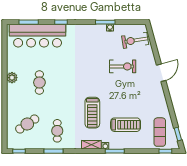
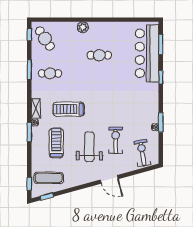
exercise bike: (123, 66) -> (116, 140), turned 180
plant: (12, 78) -> (83, 27), moved
weight bench: (129, 92) -> (89, 147), added
cafe table: (27, 124) -> (45, 39), moved
treadmill: (126, 125) -> (56, 143), turned 180

